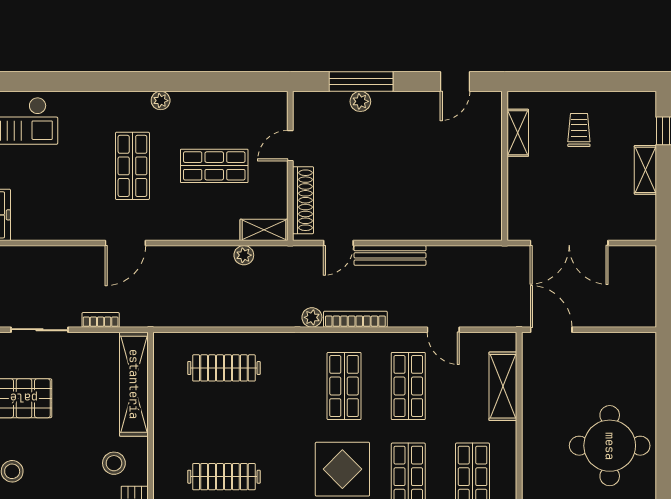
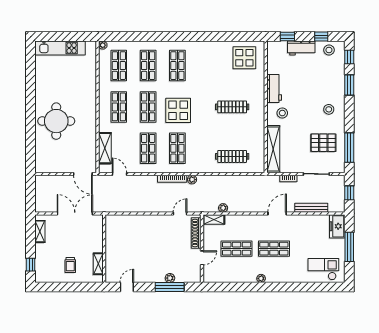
shop shelf: (132, 166) -> (274, 249), turned 90
shelving: (645, 170) -> (40, 231), moved
bench: (390, 255) -> (311, 208), moved
door: (443, 330) -> (119, 174), moved

